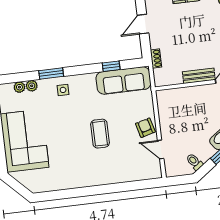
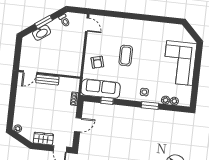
armchair: (145, 128) -> (97, 62), moved
door: (161, 150) -> (87, 25), moved

